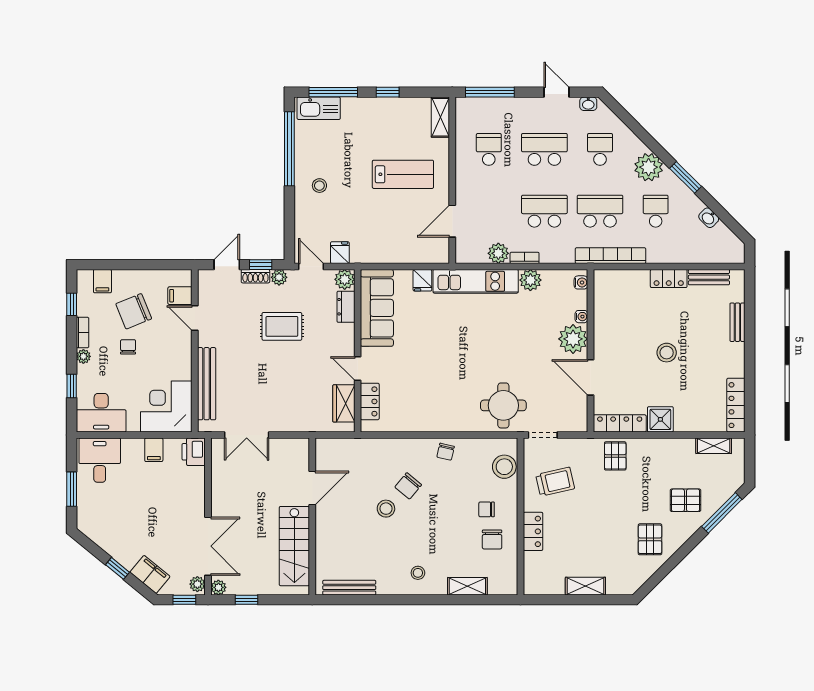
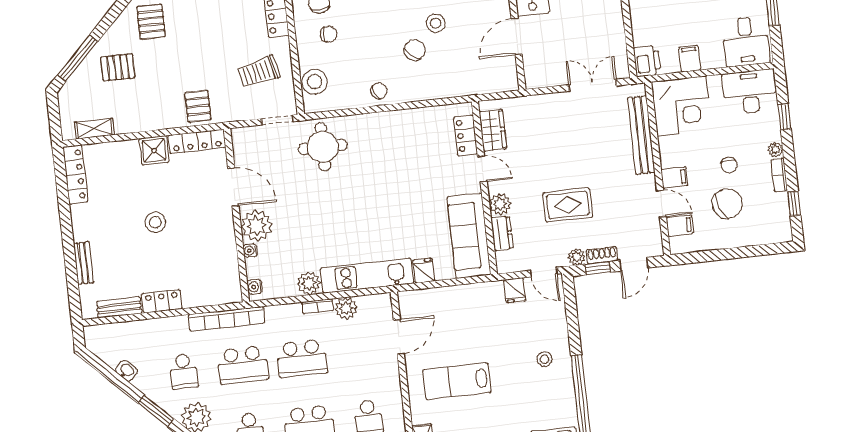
plant: (345, 279) -> (500, 204), moved
filing cabinet: (102, 281) -> (674, 177), moved, turned 90
chair: (446, 452) -> (379, 91), turned 50

